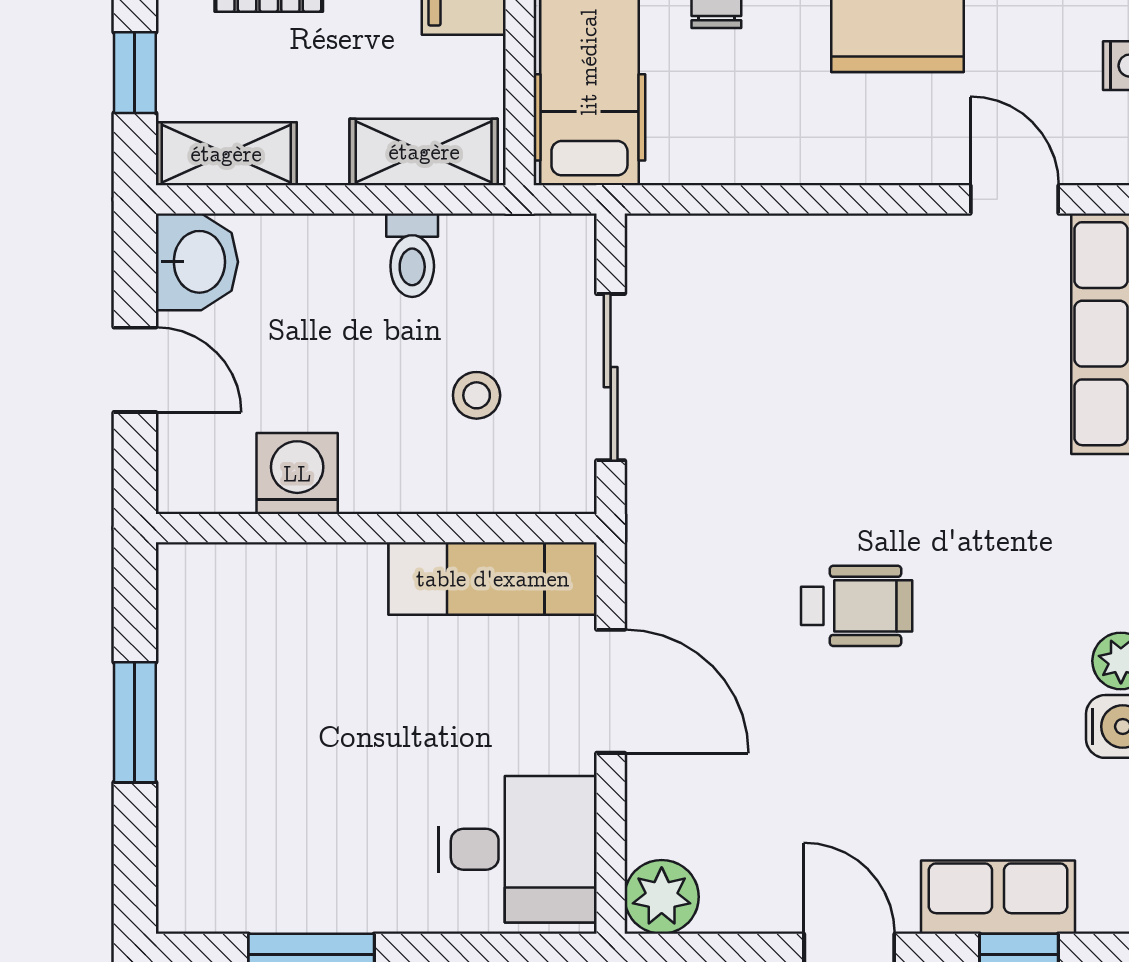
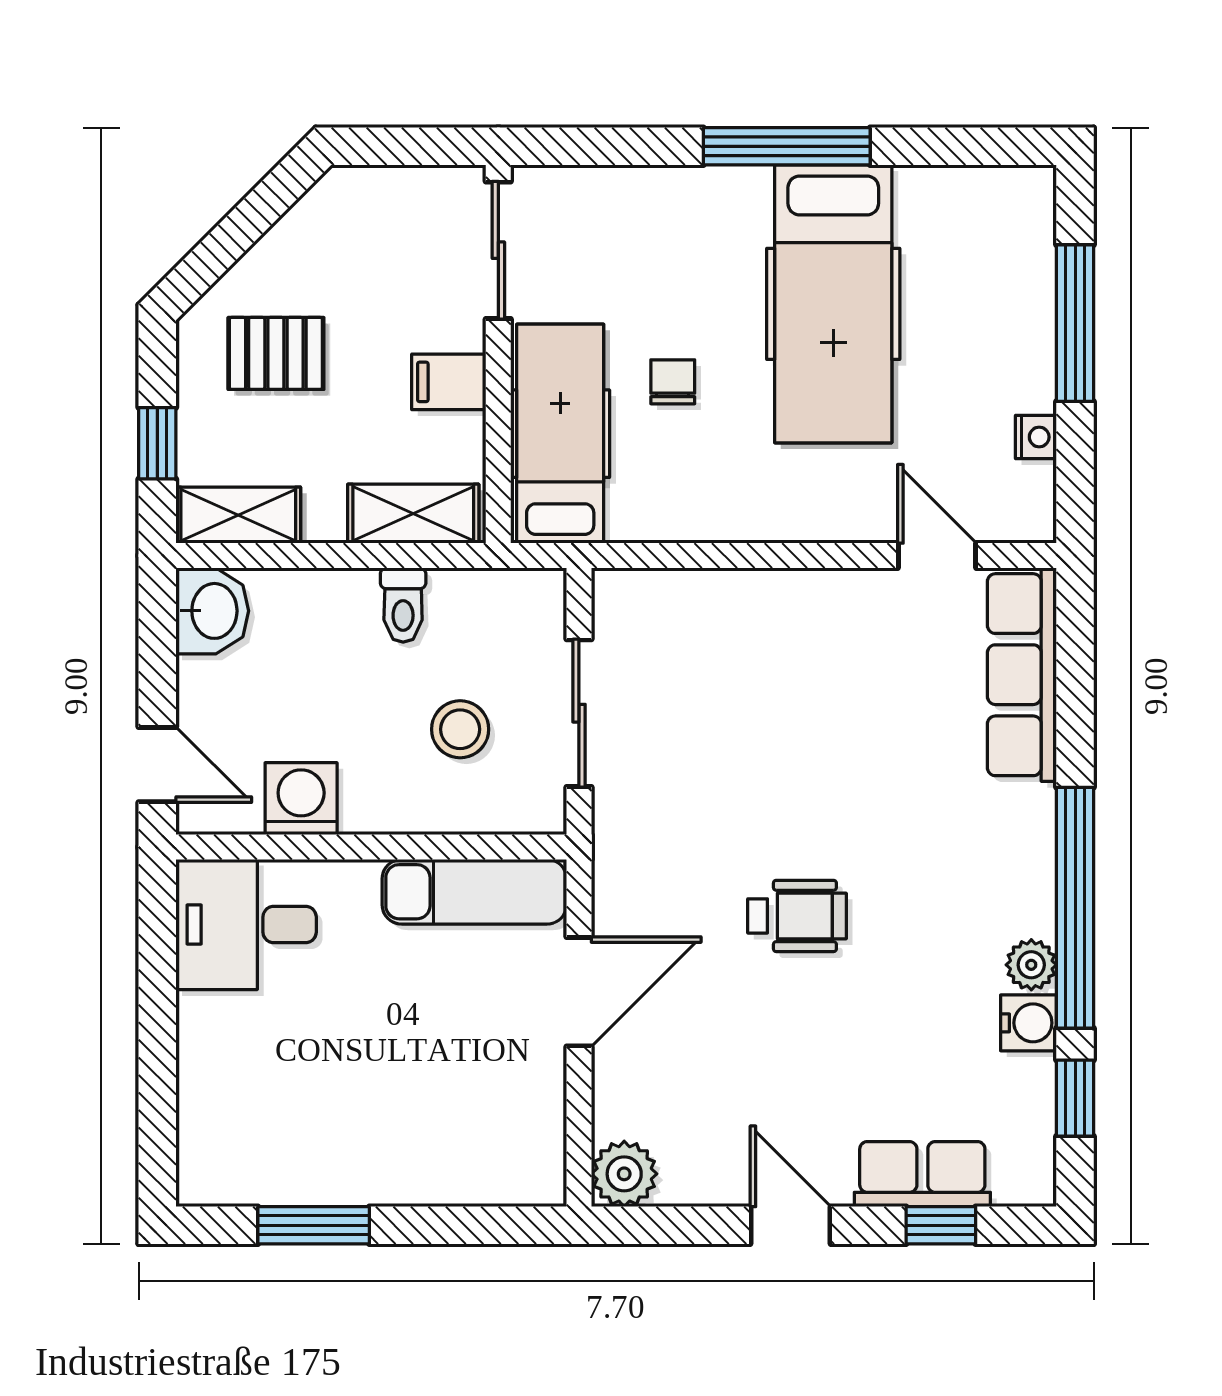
door: (135, 370) -> (157, 765), moved
stool: (477, 395) -> (460, 729), width x1.37, depth x1.37
door: (611, 691) -> (579, 992), hinge flipped
window: (135, 722) -> (157, 1019), removed
desk: (517, 849) -> (246, 925), moved, turned 180

